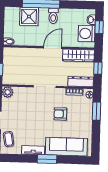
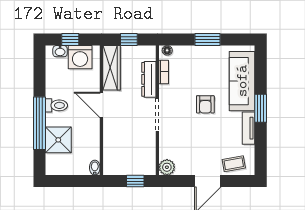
dresser: (81, 82) -> (149, 79), moved
window: (97, 111) -> (207, 40), moved
armchair: (60, 114) -> (205, 104), moved

